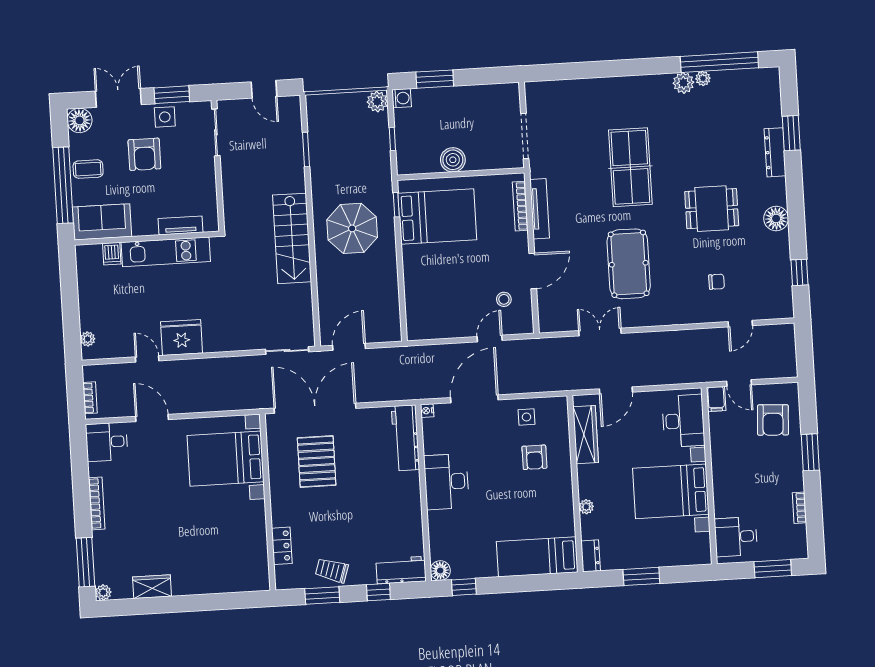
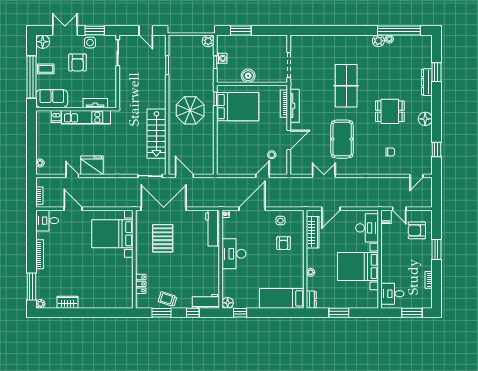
washing machine: (402, 98) -> (222, 58), moved
stairs: (292, 238) -> (156, 134), moved
door: (740, 324) -> (416, 176), moved
door: (349, 347) -> (184, 176), hinge flipped
armchair: (773, 420) -> (417, 230), turned 87

